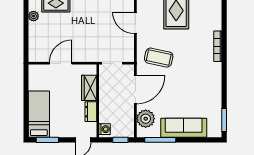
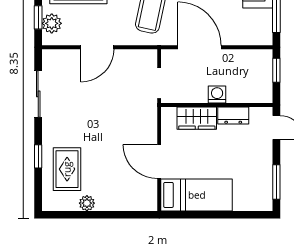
bed: (39, 114) -> (197, 195), moved, turned 180
plant: (146, 119) -> (244, 32), removed
washing machine: (105, 129) -> (217, 94), moved

